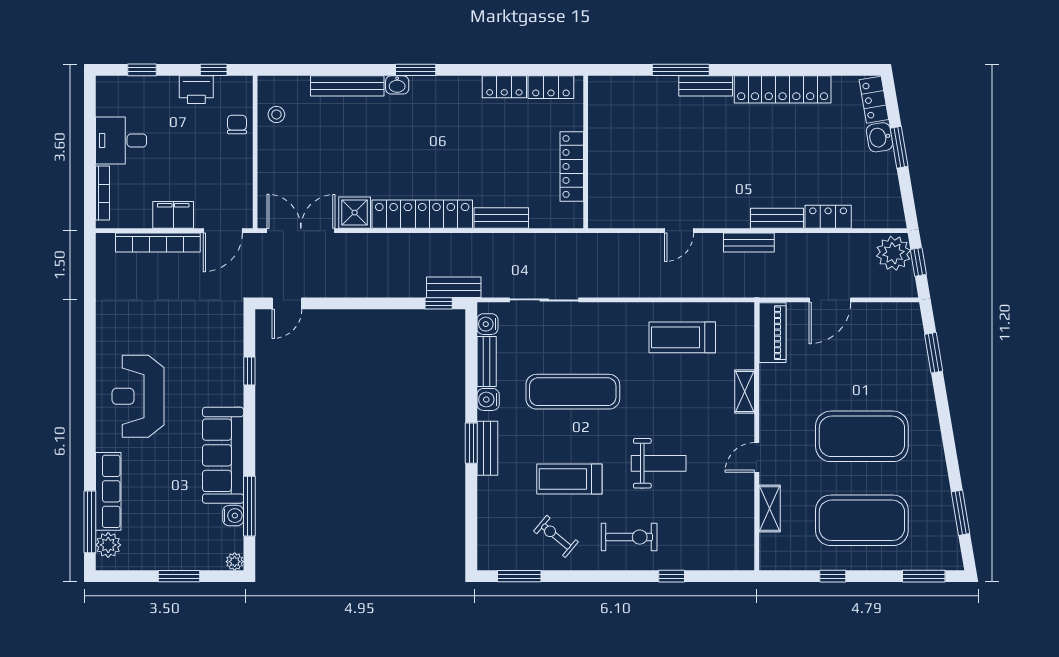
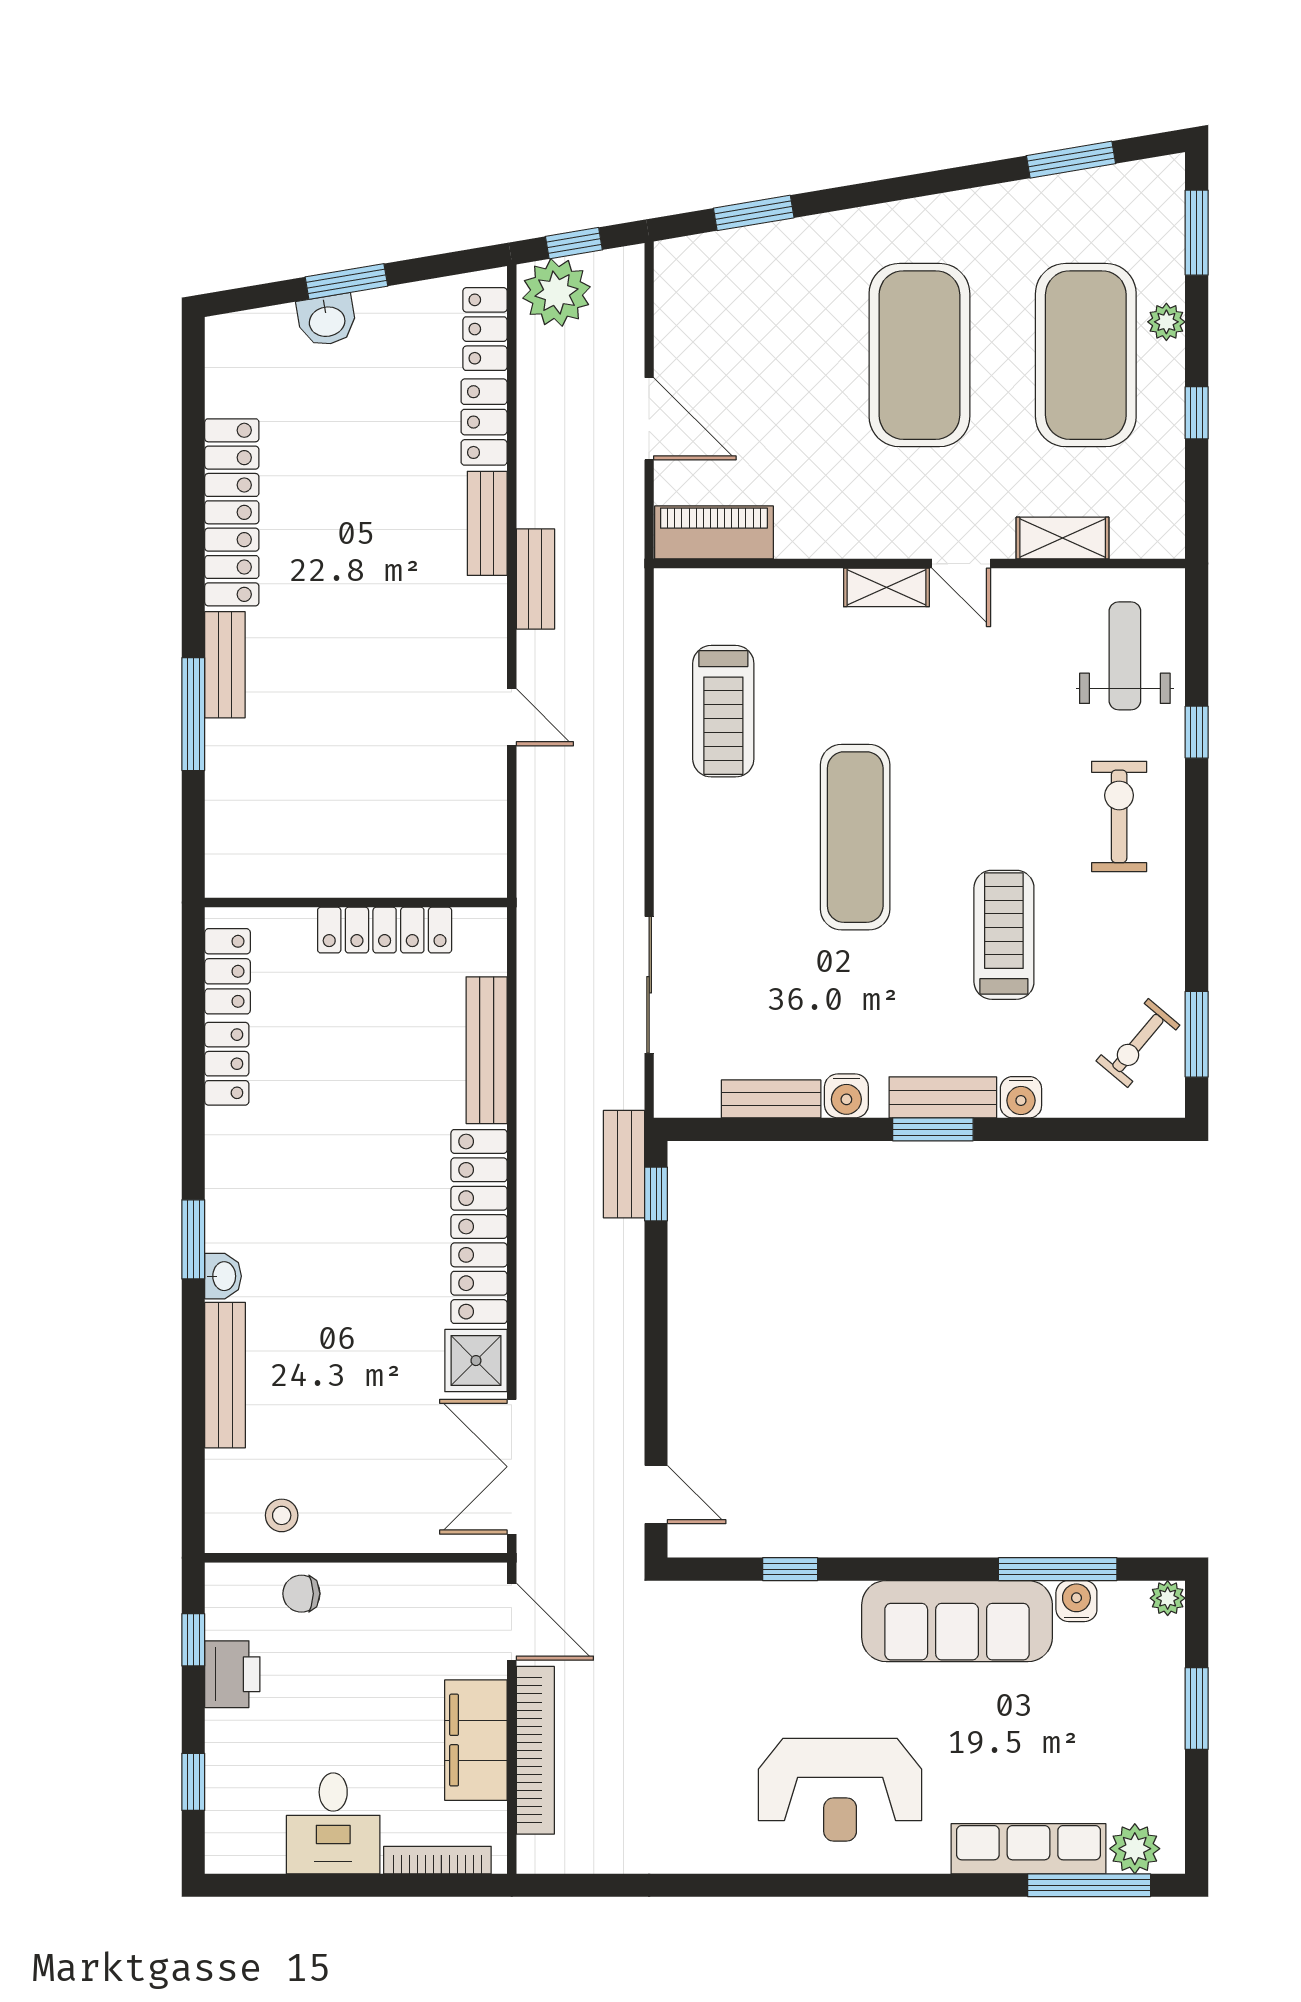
locker: (874, 100) -> (485, 329), moved, turned 100
filing cabinet: (173, 215) -> (476, 1740), width x1.50, depth x1.17
bench: (501, 218) -> (487, 1050), width x1.36
water cooler: (487, 324) -> (1021, 1097), moved
shelving: (745, 391) -> (886, 587), moved
exercise mat: (573, 392) -> (855, 837), moved
weight bench: (659, 463) -> (1125, 656), moved
treadmill: (569, 479) -> (1004, 935), turned 180
exercise bike: (556, 536) -> (1138, 1043), moved
plant: (879, 561) -> (1166, 322), added

